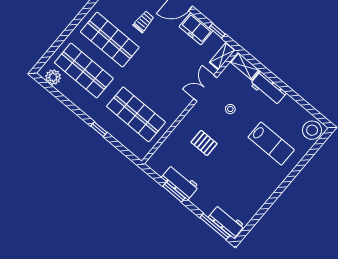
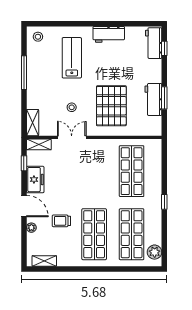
double door: (205, 88) -> (72, 137), swing flipped
workbench: (268, 89) -> (109, 34), moved, turned 90
window: (292, 94) -> (24, 73), added
window: (99, 129) -> (164, 202), moved
stool: (312, 130) -> (38, 37), width x0.53, depth x0.53
pallet: (204, 143) -> (111, 106), width x2.05, depth x2.00
window: (215, 226) -> (164, 48), width x0.46

